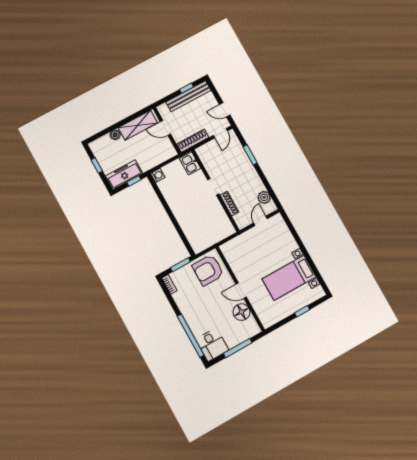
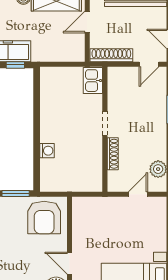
door: (165, 128) -> (87, 22), hinge flipped
washing machine: (158, 175) -> (47, 151), moved
armchair: (208, 270) -> (44, 218), turned -90

